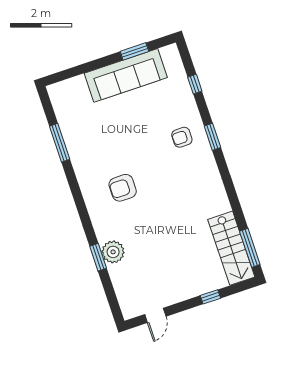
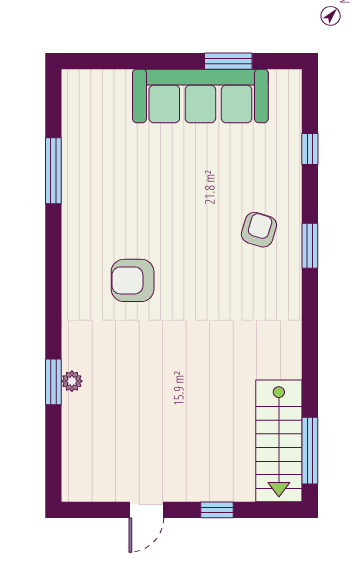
armchair: (182, 137) -> (259, 230), turned 107
plant: (113, 252) -> (72, 381), width x0.53, depth x0.53
door: (155, 315) -> (146, 510), moved

